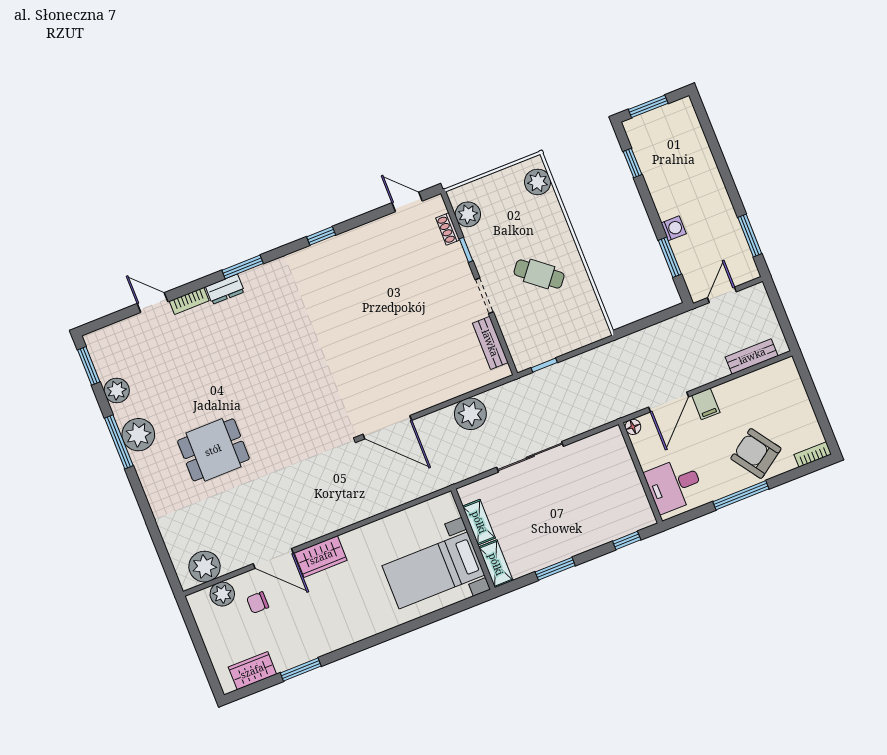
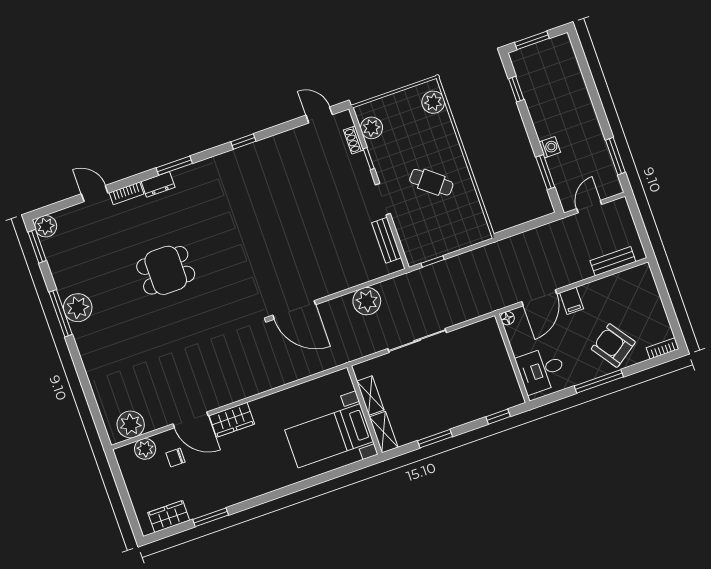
plant: (117, 390) -> (46, 226), moved
dining table: (213, 450) -> (166, 270), moved

